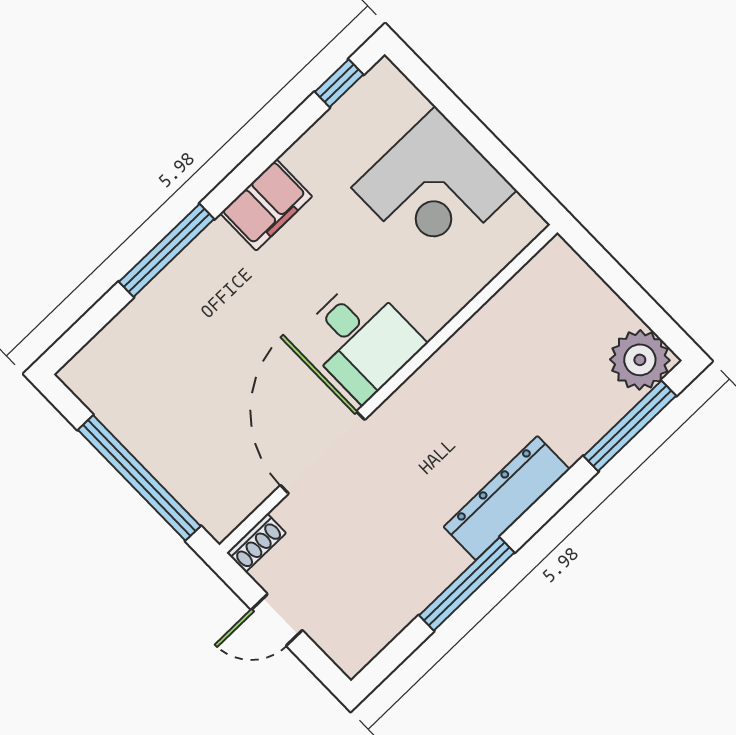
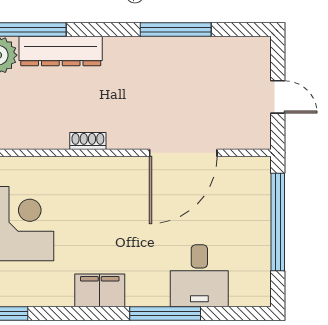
desk: (361, 339) -> (199, 276), moved, turned 180
dresser: (507, 498) -> (61, 51), moved
shoe rack: (256, 543) -> (88, 141), moved

